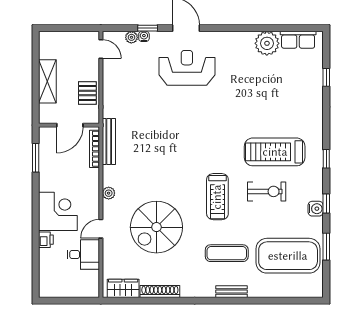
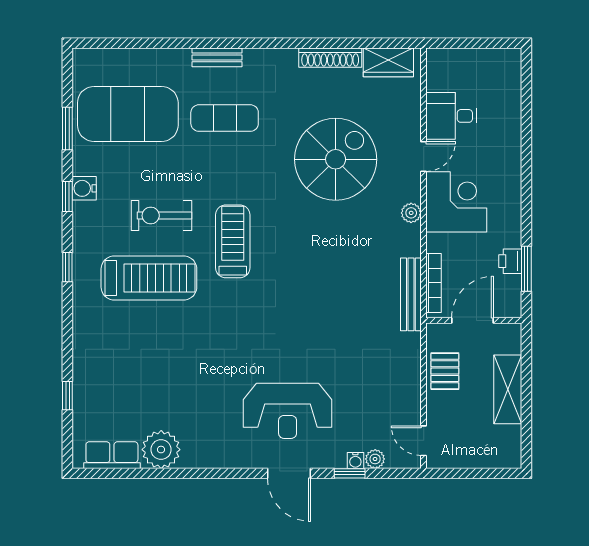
treadmill: (217, 197) -> (233, 241), moved
corner desk: (58, 211) -> (456, 202), moved, turned 180
printer: (46, 240) -> (510, 261), moved

